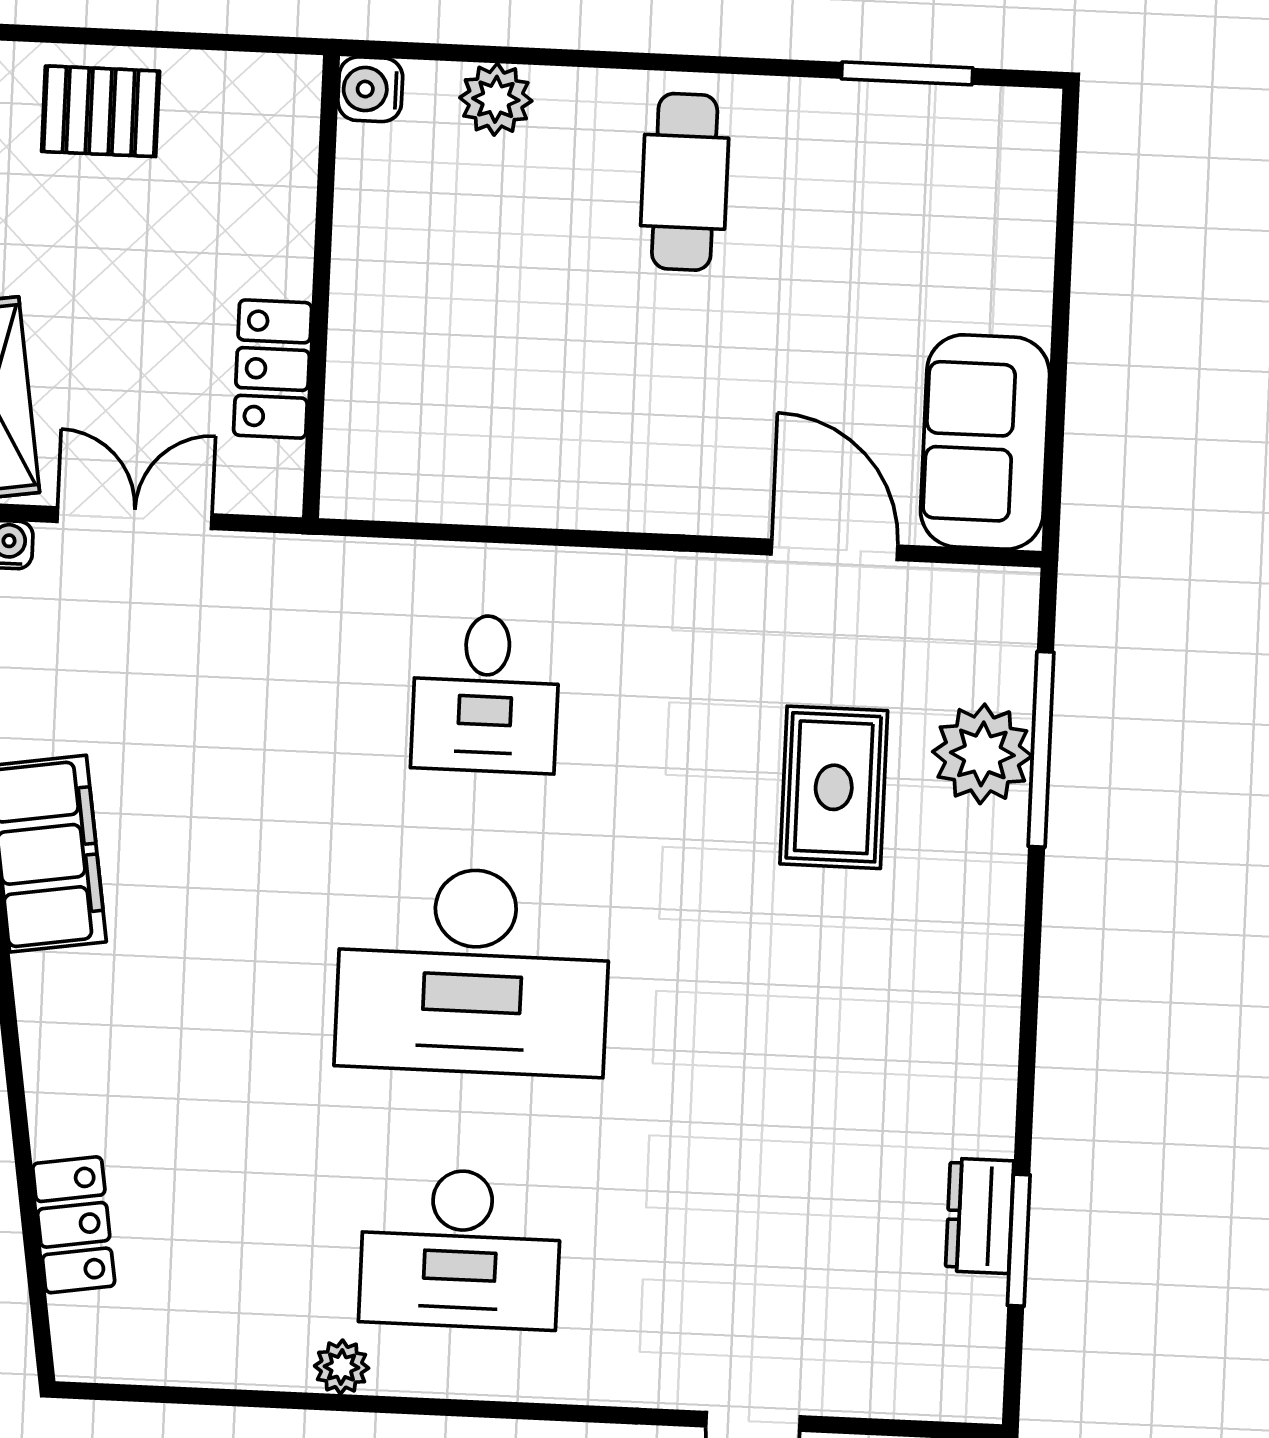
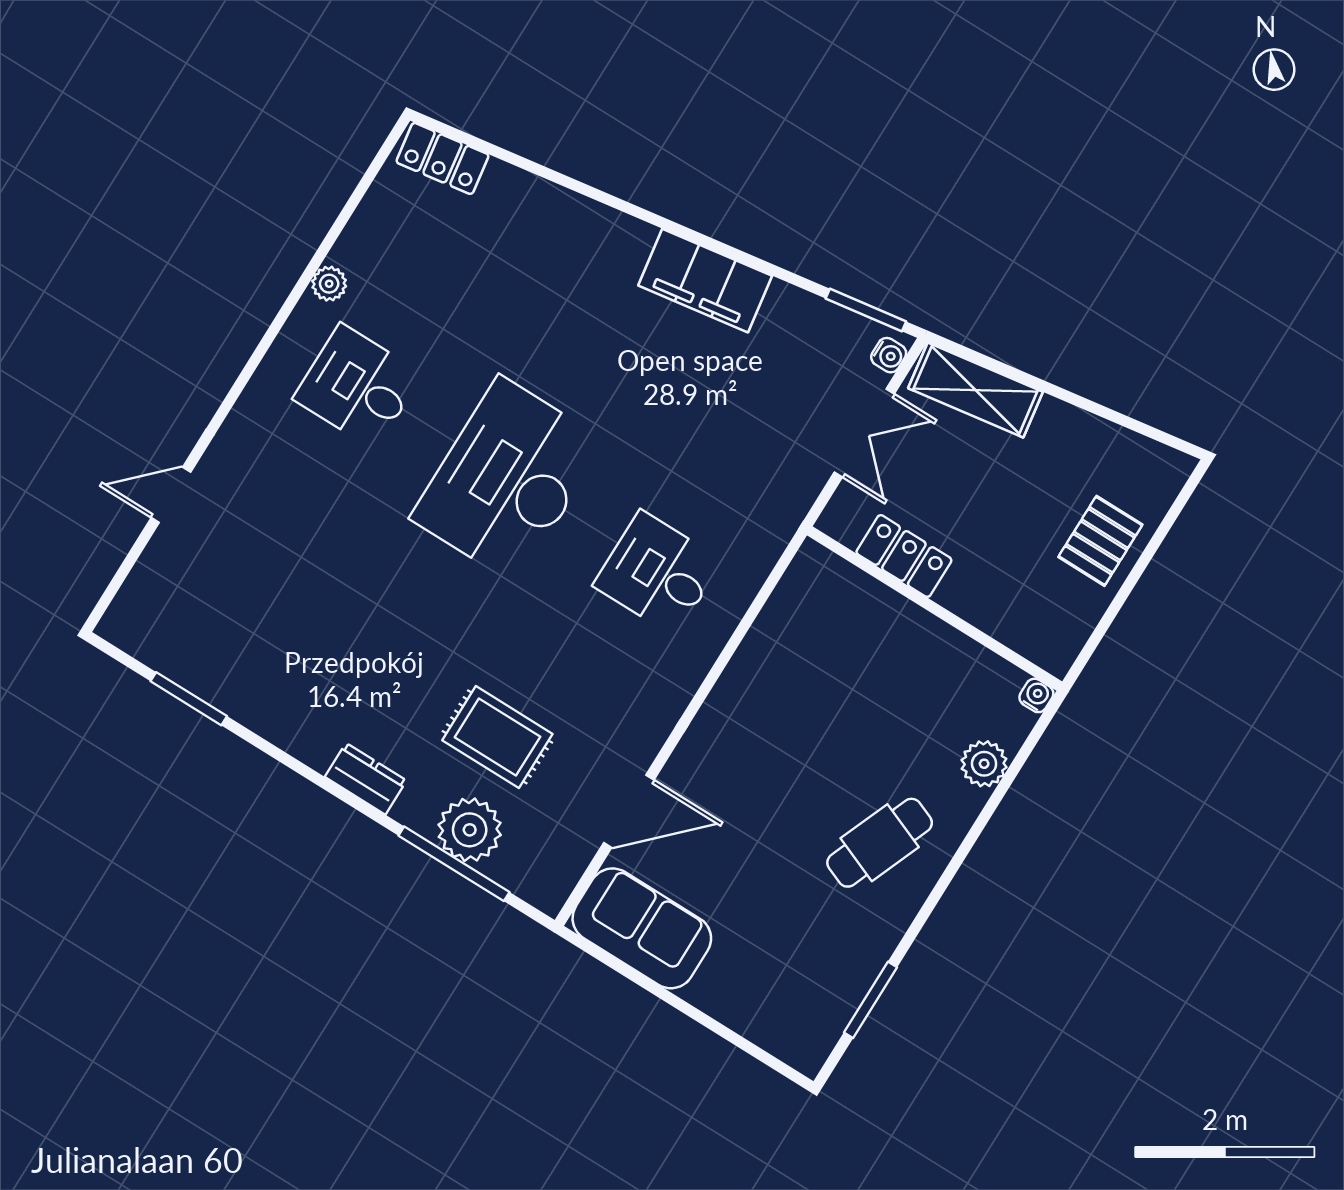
water cooler: (370, 89) -> (1036, 695), width x0.72, depth x0.72
cafe table: (685, 182) -> (880, 843), turned -68
dresser: (980, 1216) -> (366, 779), moved
locker: (74, 1225) -> (442, 158), moved
desk: (460, 1249) -> (358, 386), width x0.73

